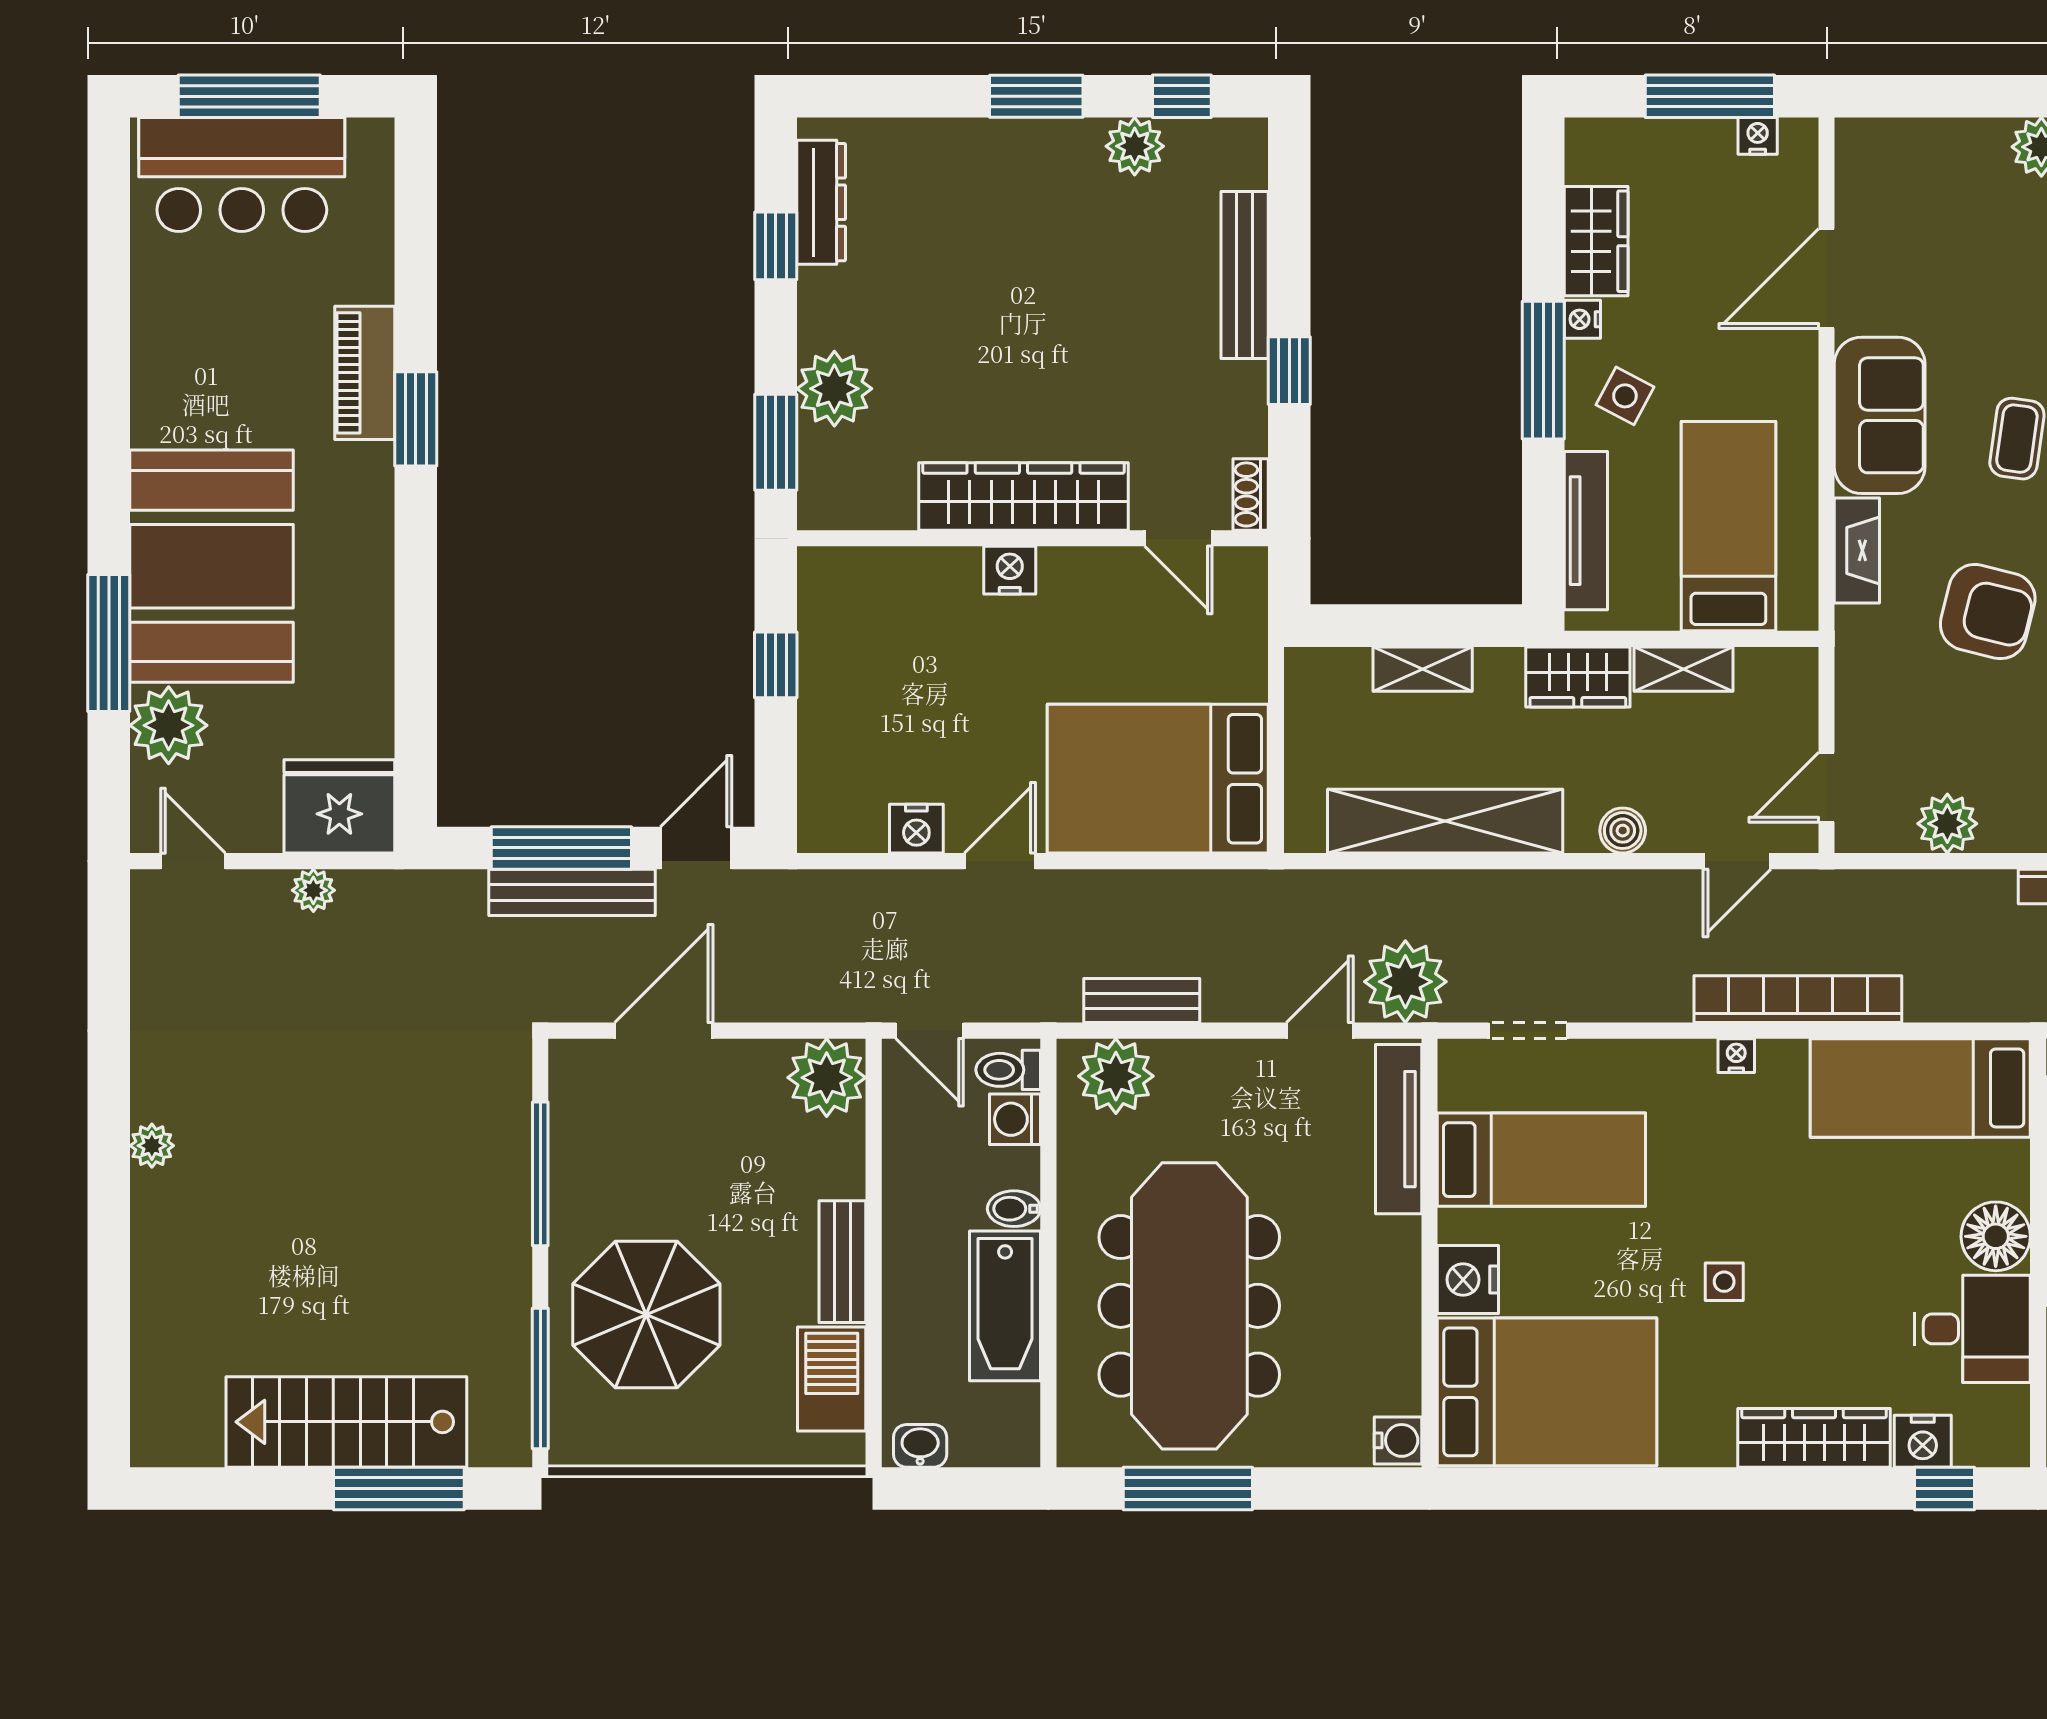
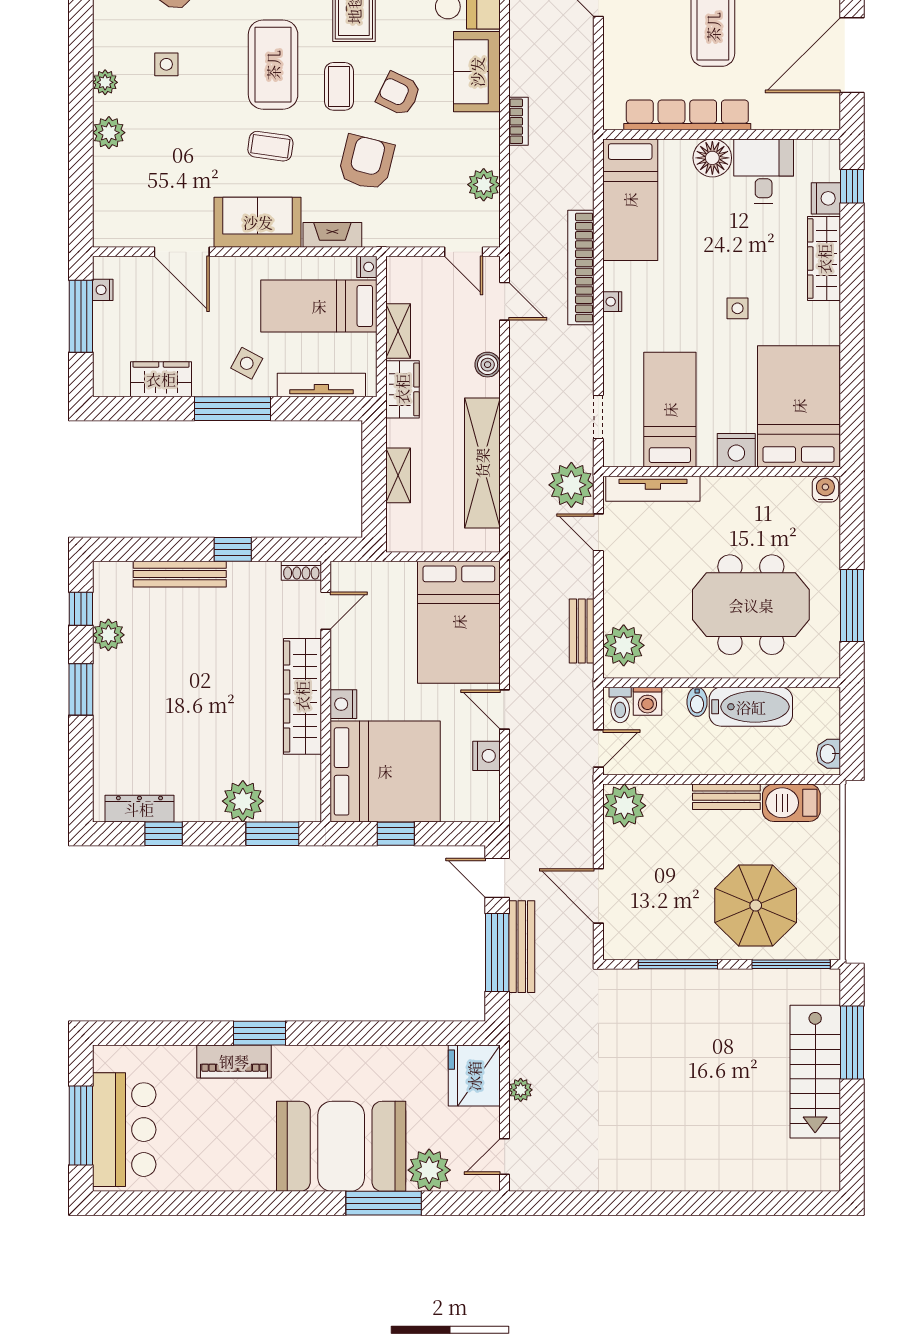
nightstand: (1582, 319) -> (367, 267), moved, turned -90
bed: (888, 645) -> (385, 771), added
plant: (152, 1146) -> (662, 1179), removed
meeting table: (1189, 1306) -> (751, 605), width x0.73

